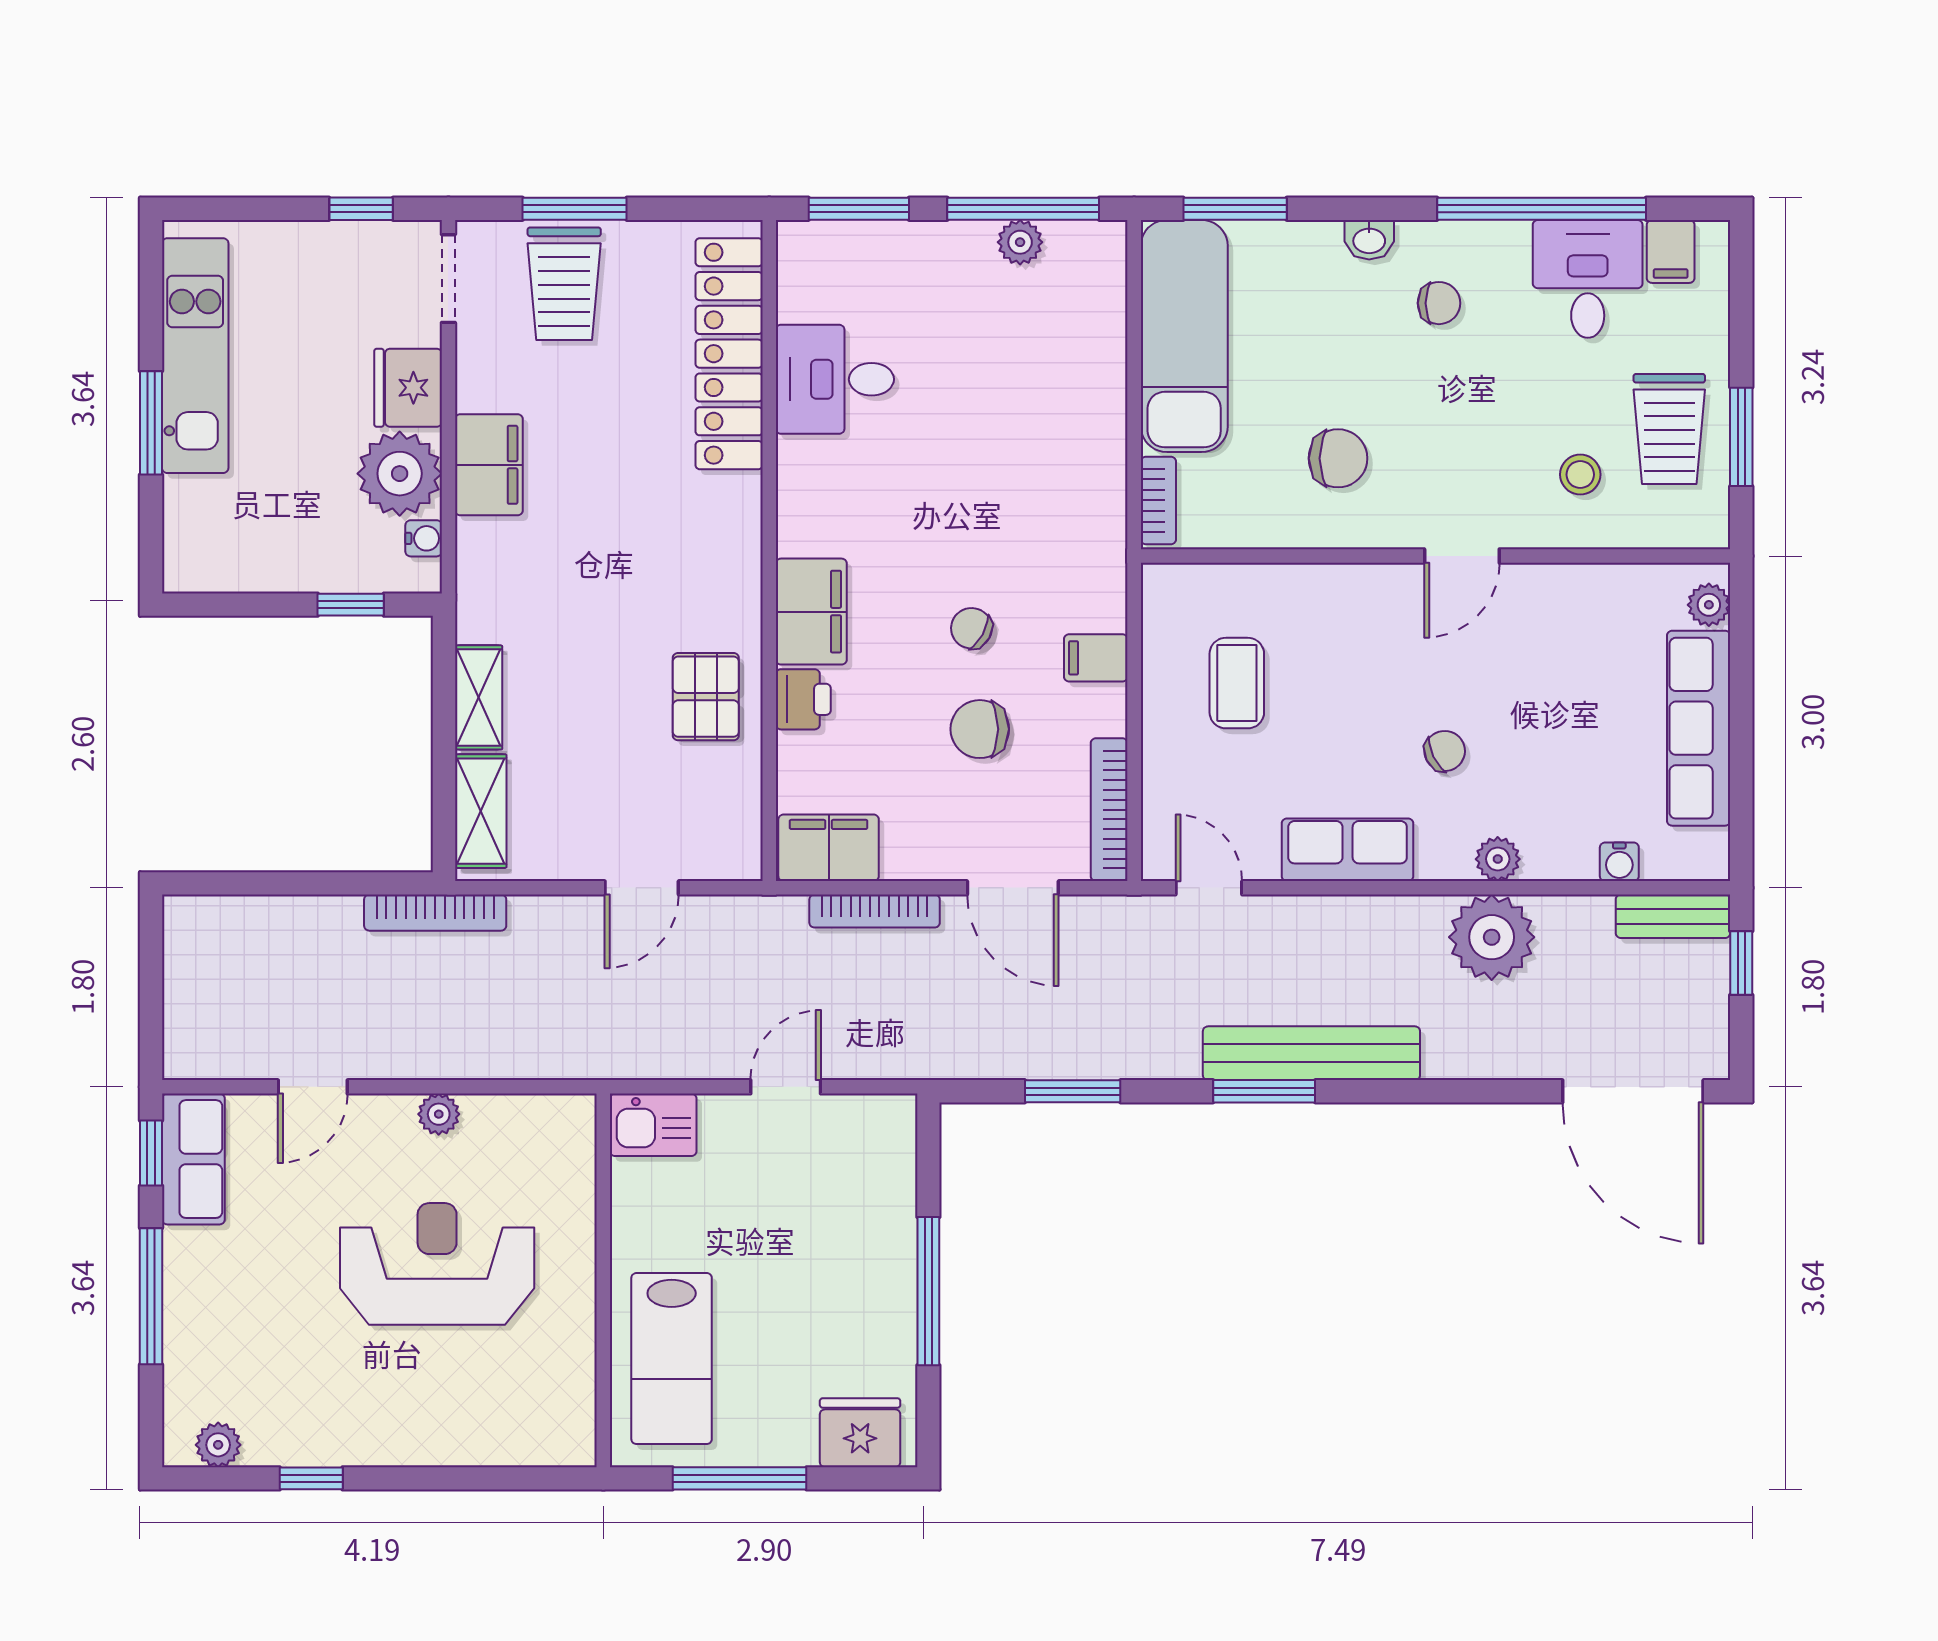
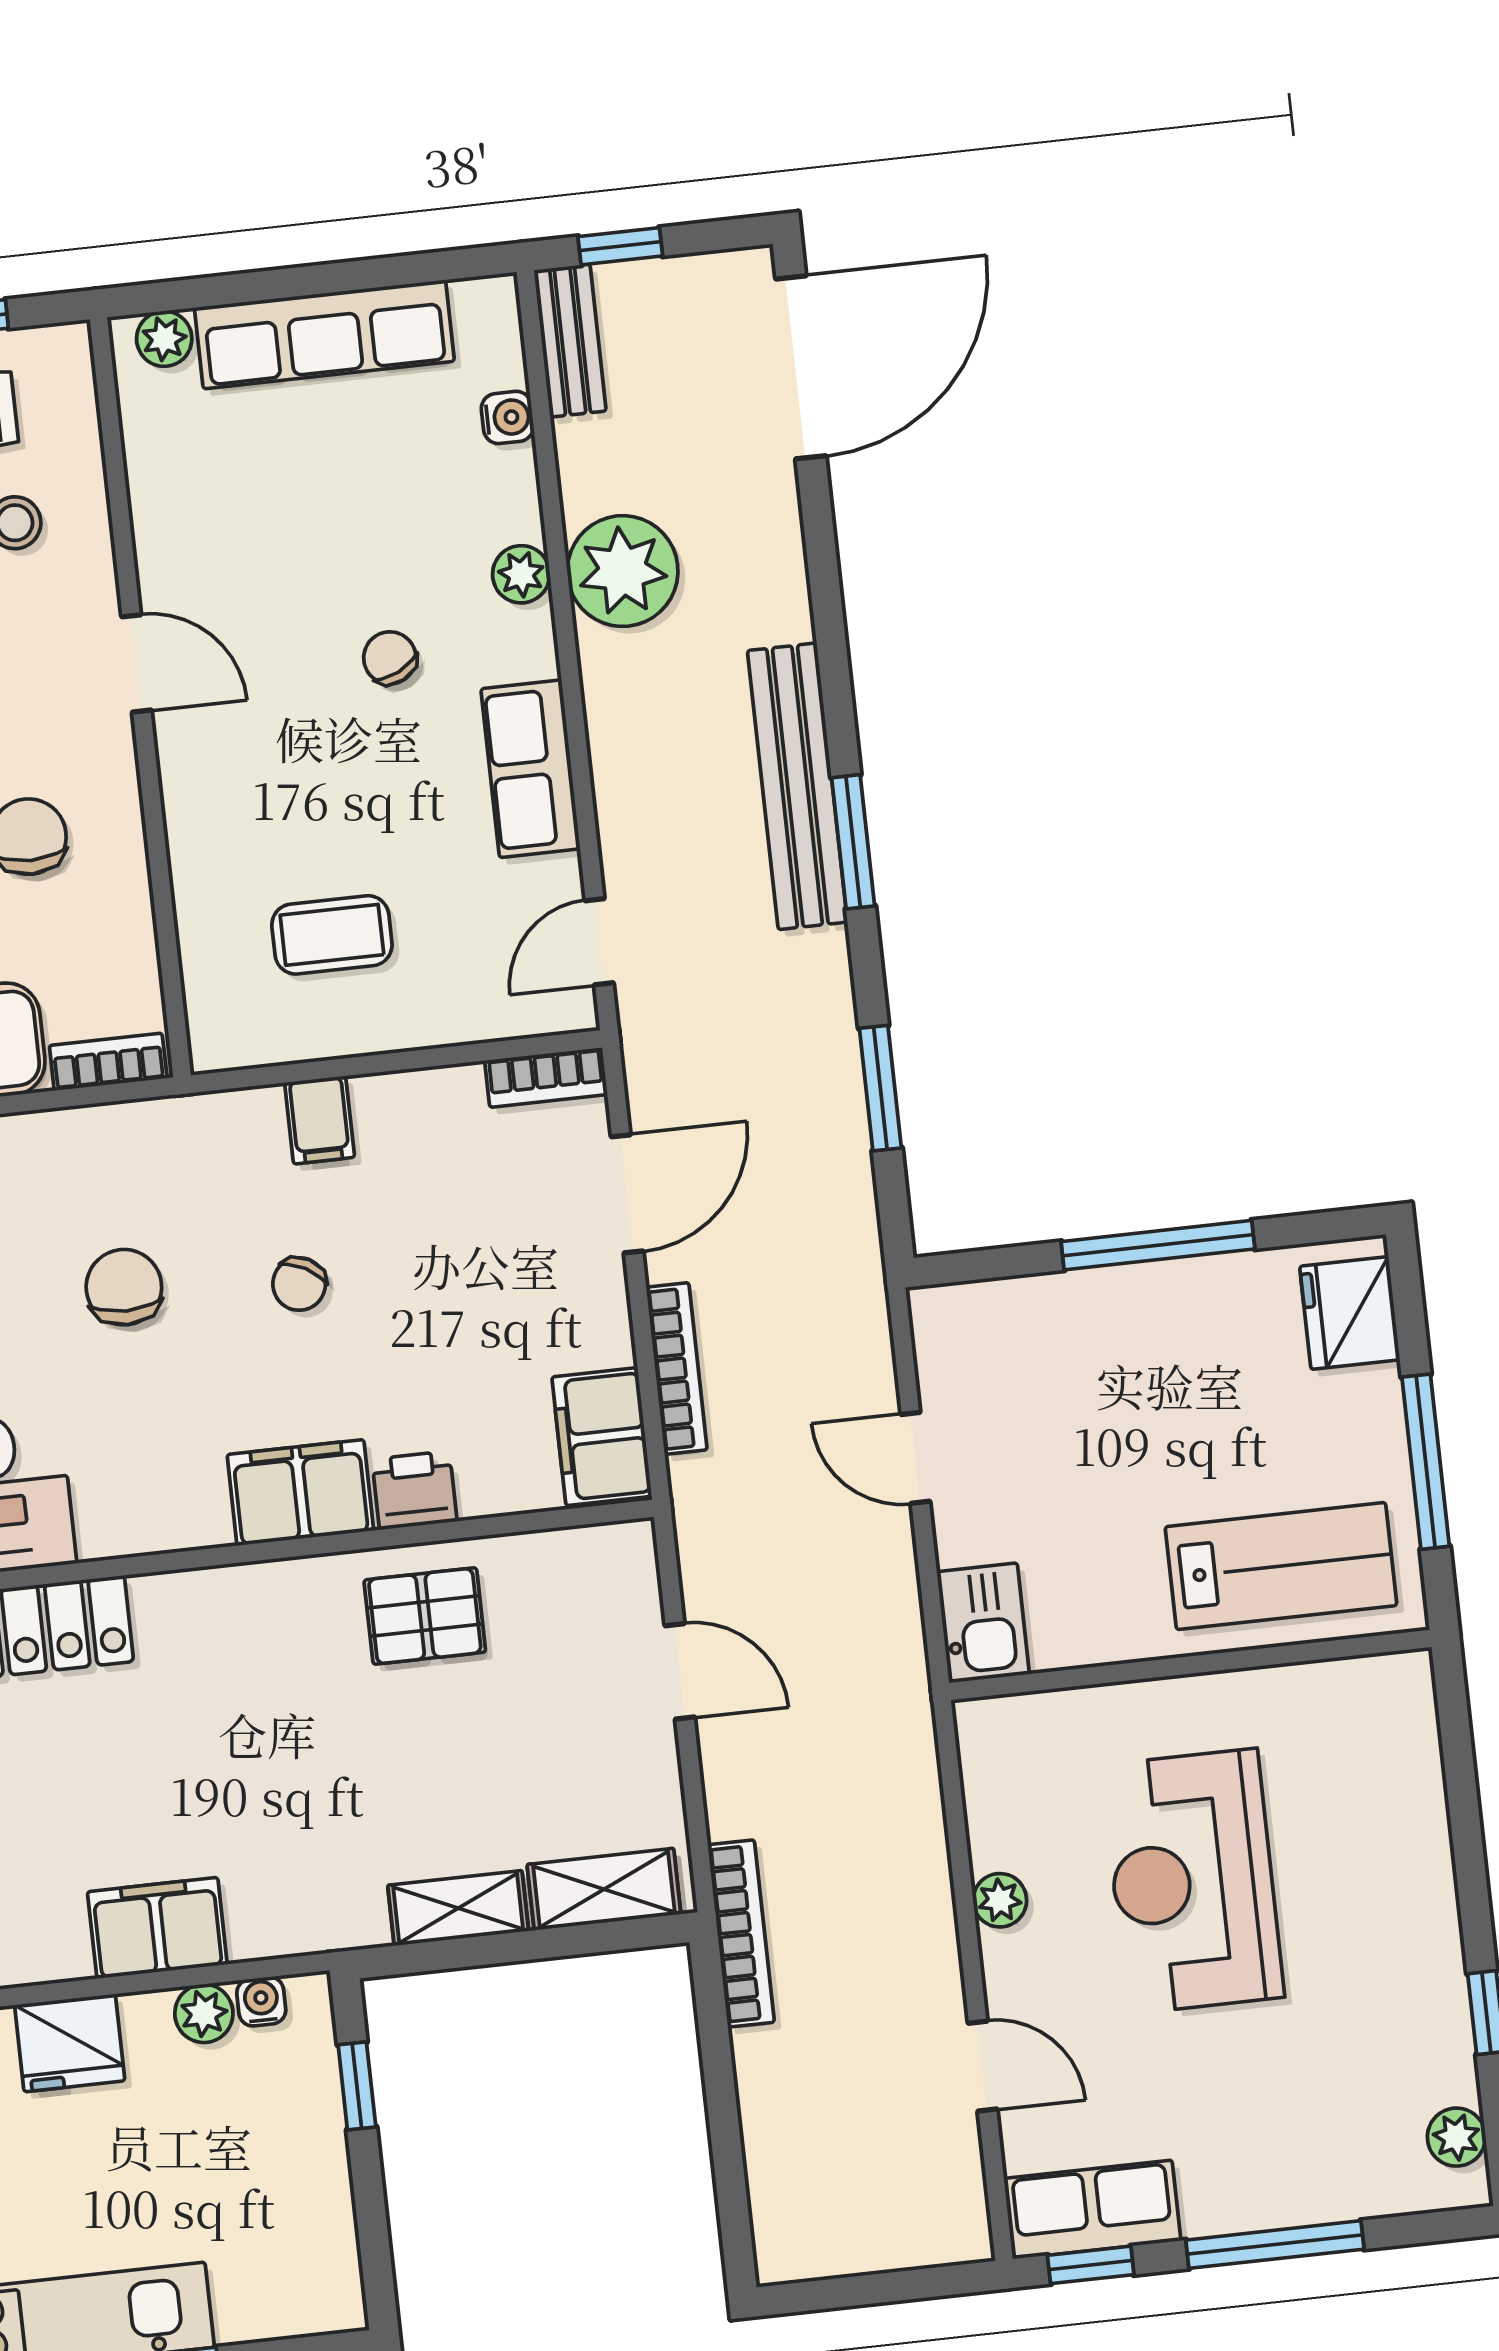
plant: (400, 474) -> (204, 2013), width x0.53, depth x0.53
chair: (980, 729) -> (124, 1287), moved, turned 180
bookcase: (1109, 810) -> (546, 1077), width x0.64

